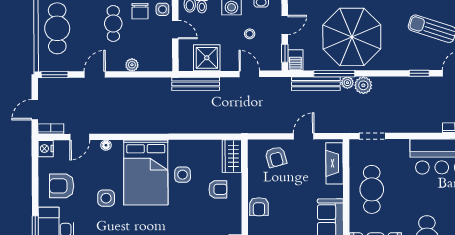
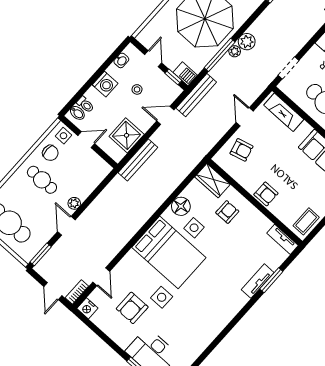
plant: (132, 65) -> (74, 203), moved
bench: (316, 84) -> (196, 95), moved
floor lamp: (106, 145) -> (181, 206), moved, width x1.89, depth x1.89
armchair: (62, 186) -> (132, 308), moved

